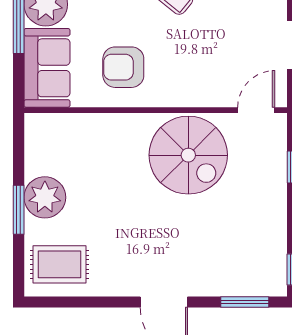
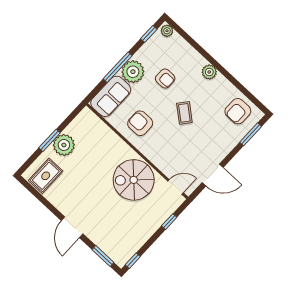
spiral stairs: (188, 155) -> (134, 180), turned 90
rug: (60, 264) -> (46, 176), turned 90

